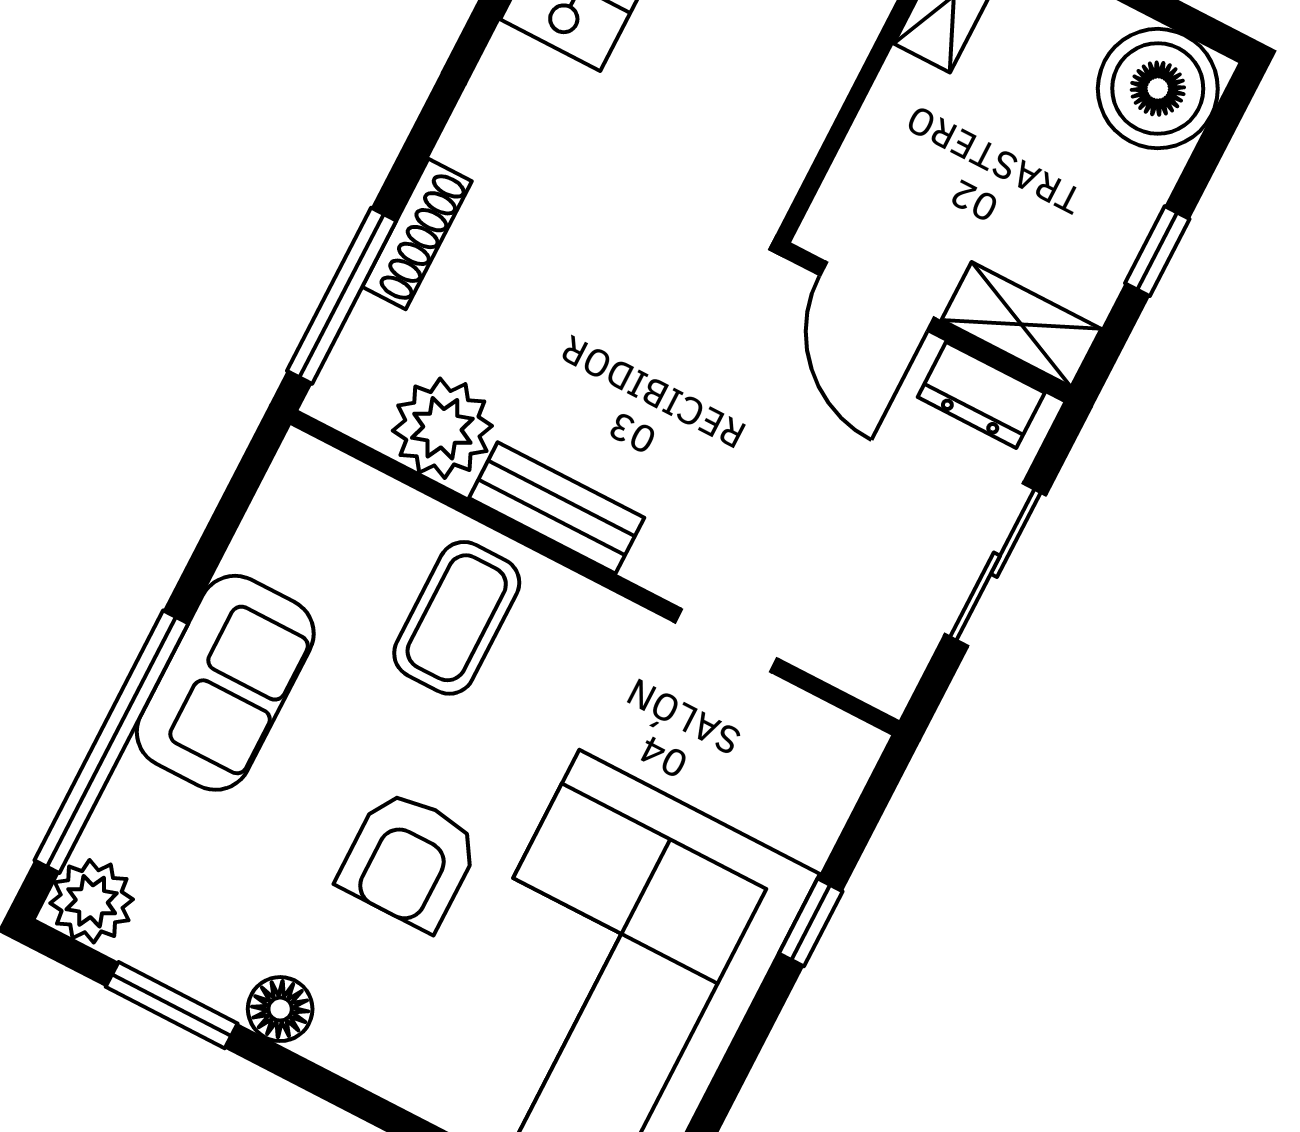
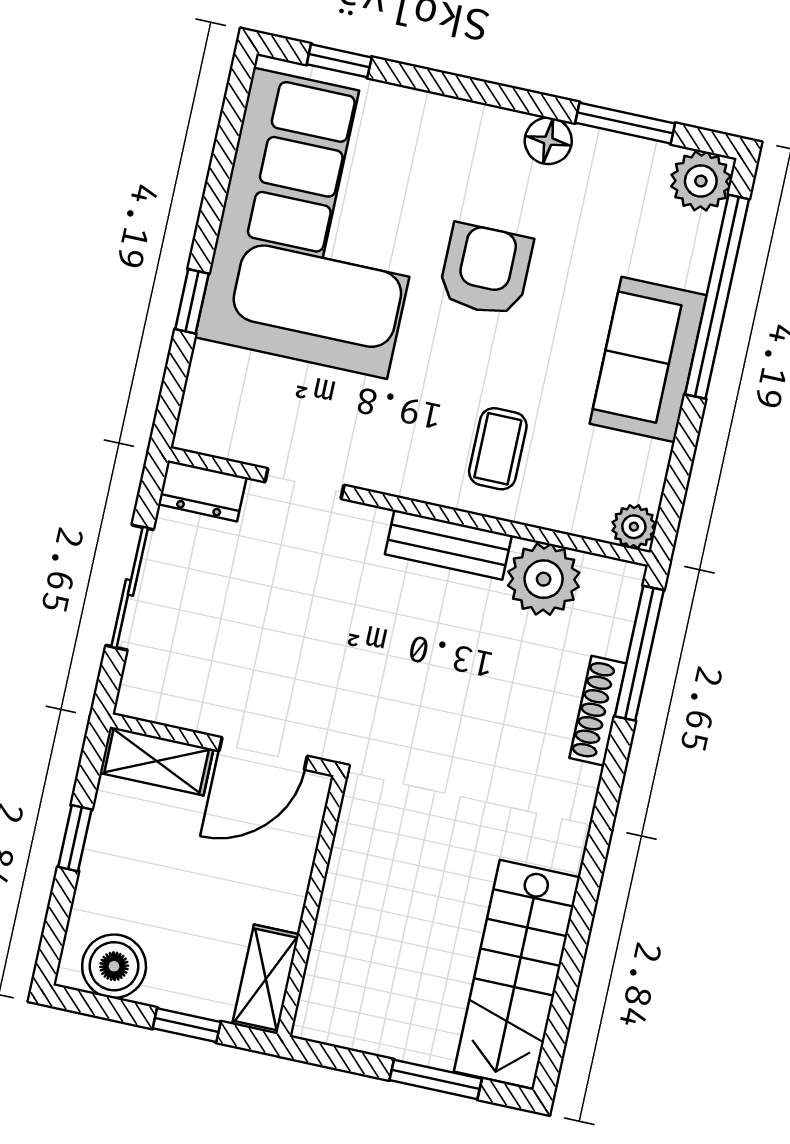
boiler: (1158, 89) -> (114, 966), width x0.73, depth x0.73
door: (877, 296) -> (263, 753), swing flipped
dresser: (981, 395) -> (202, 491), moved, turned 180
plant: (304, 466) -> (634, 527), added
coffee table: (457, 618) -> (498, 449), width x0.73, depth x0.77

